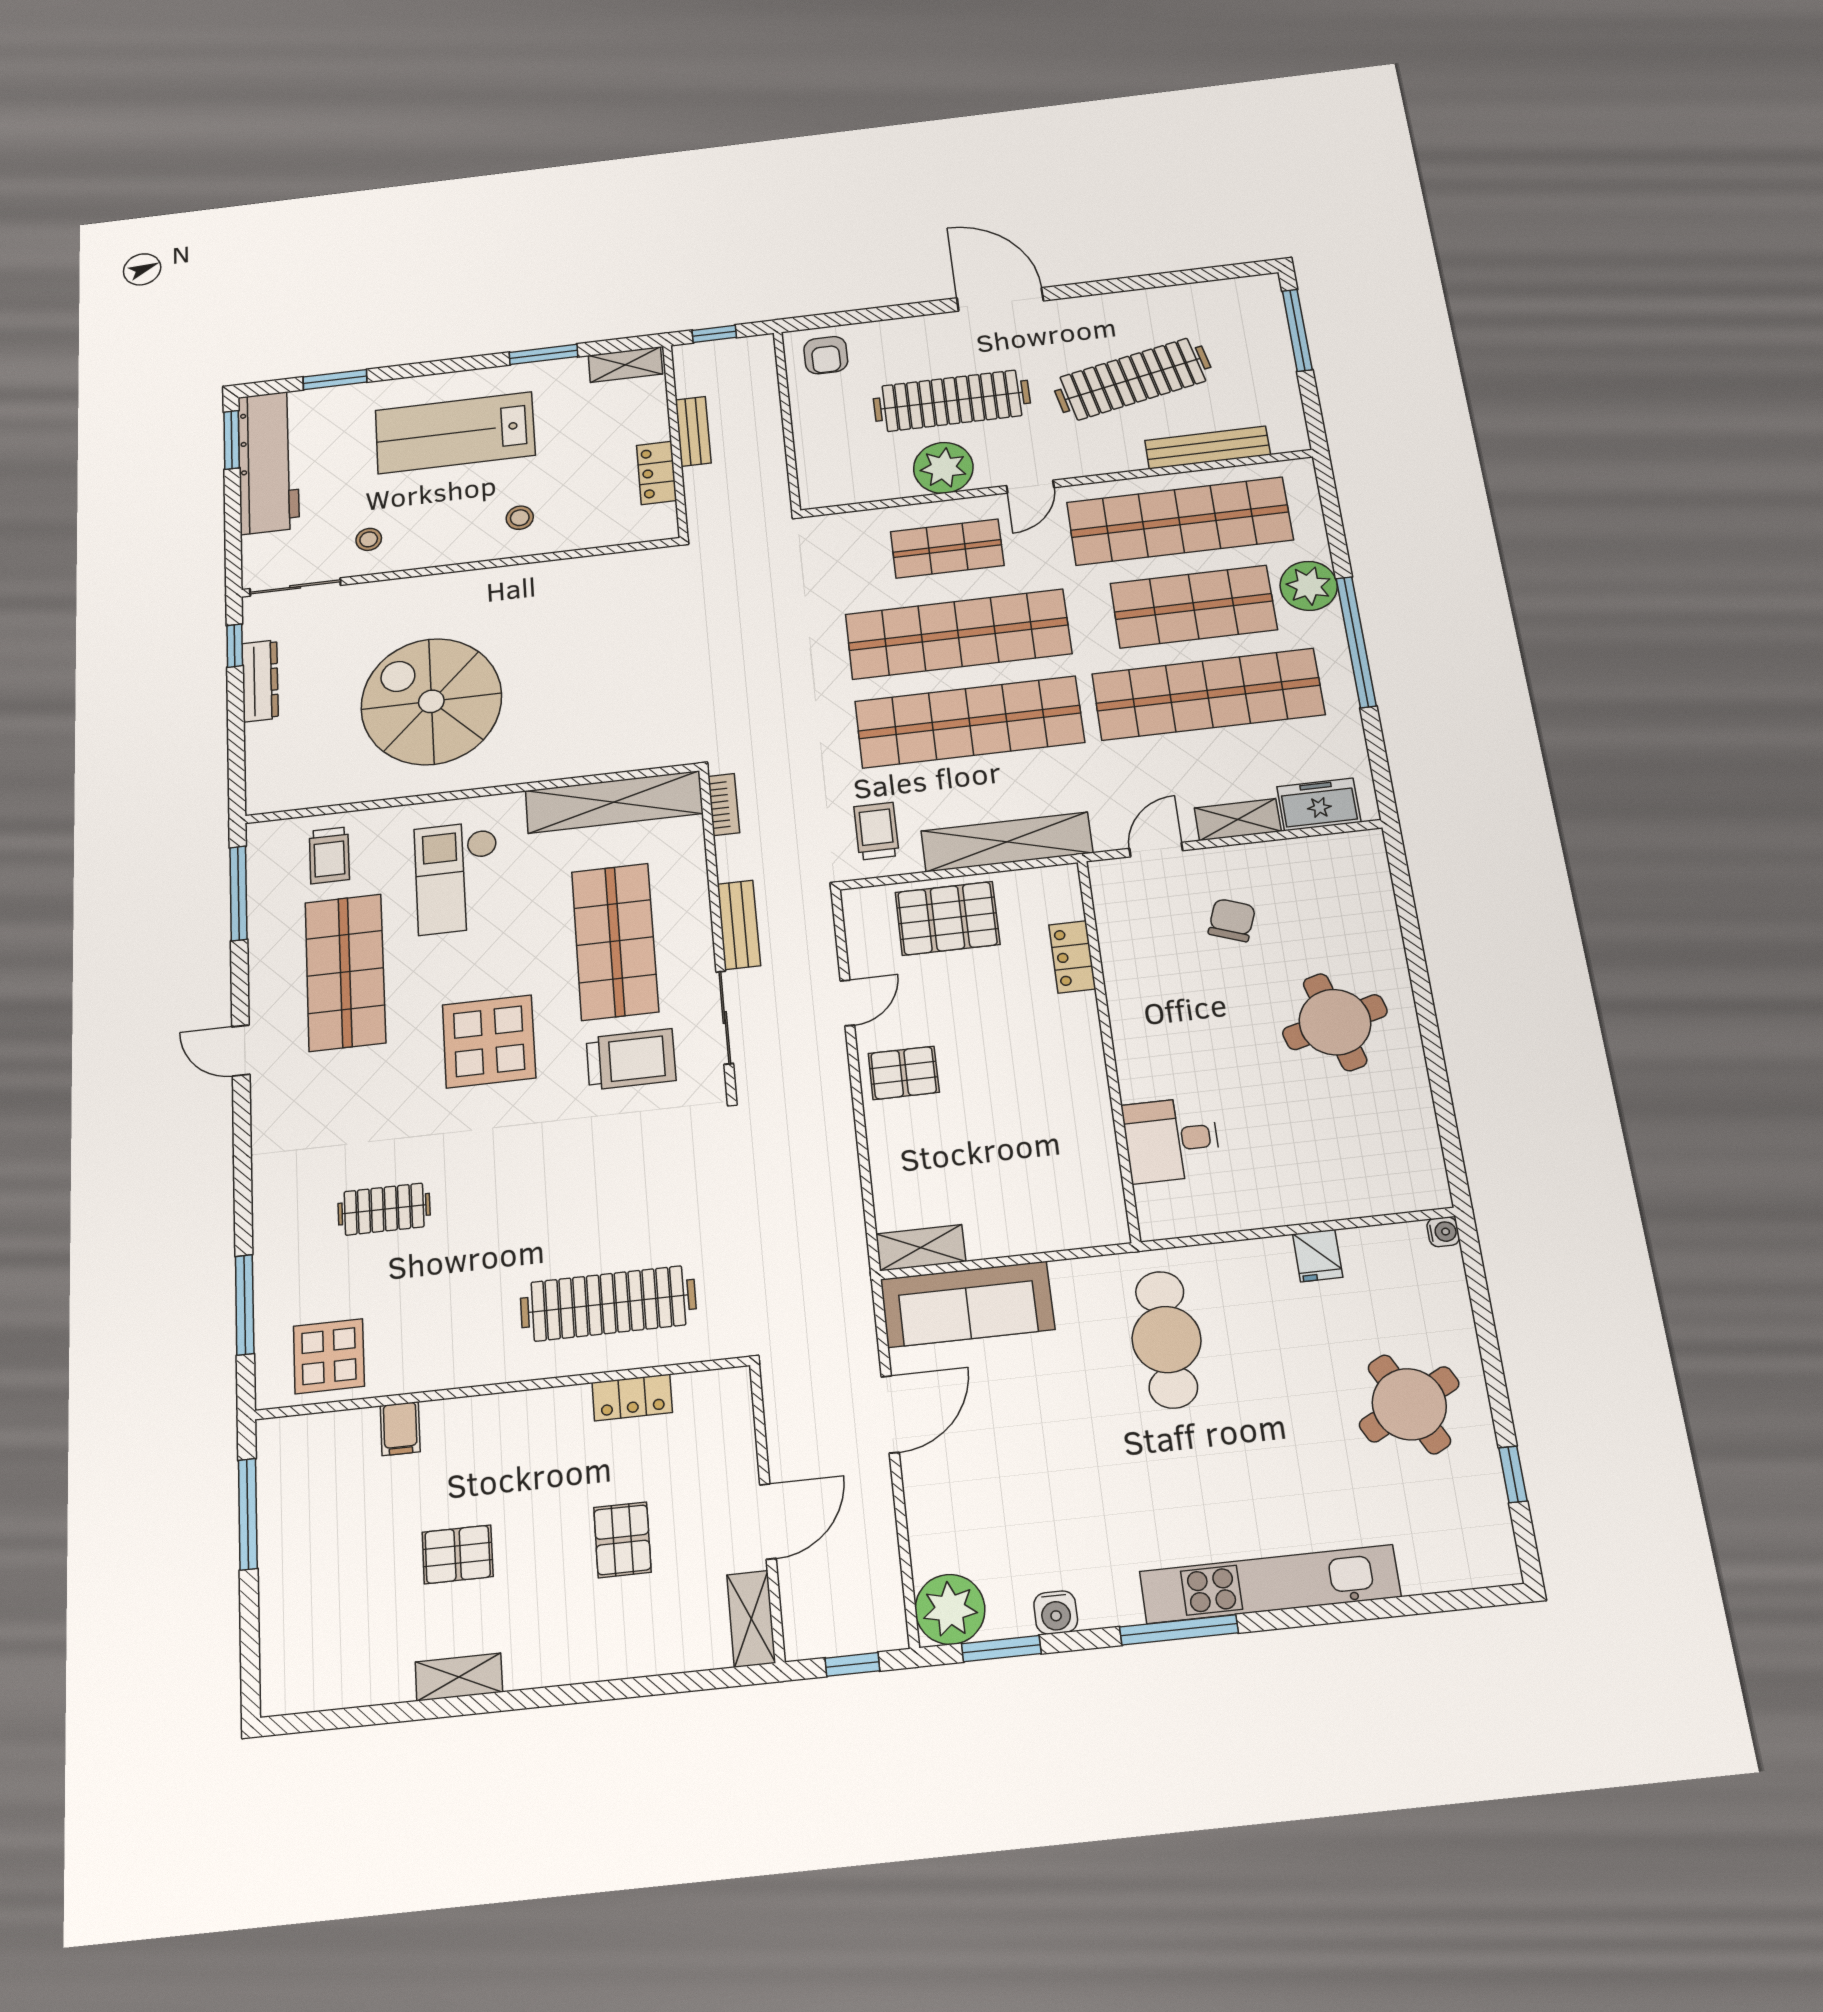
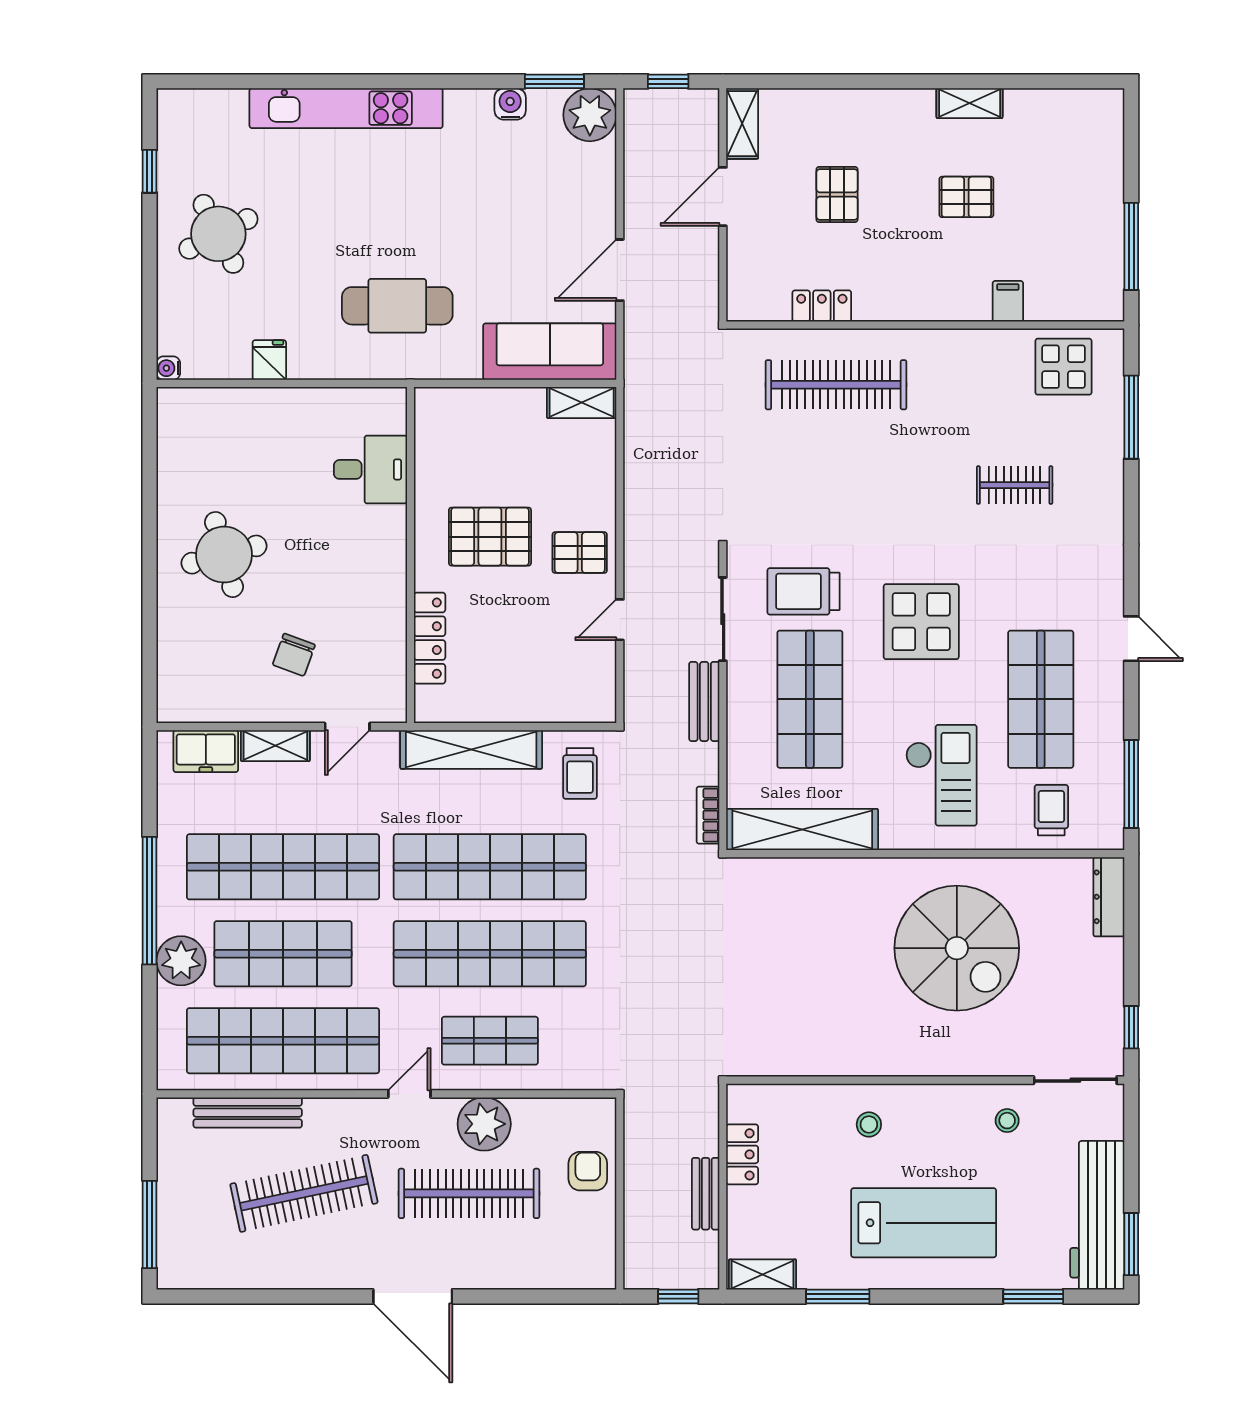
armchair: (826, 355) -> (588, 1171), moved
dresser: (260, 681) -> (1109, 897), moved
pallet: (947, 918) -> (490, 537), moved
locker: (1072, 957) -> (430, 638), width x1.53
cafe table: (1166, 1339) -> (397, 306), turned 90
window: (1179, 1630) -> (419, 81), removed

